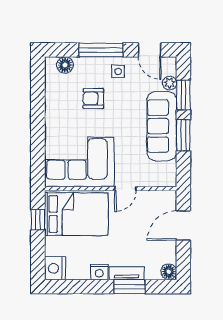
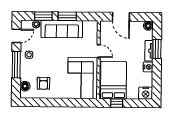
armchair: (93, 99) -> (43, 83), moved

